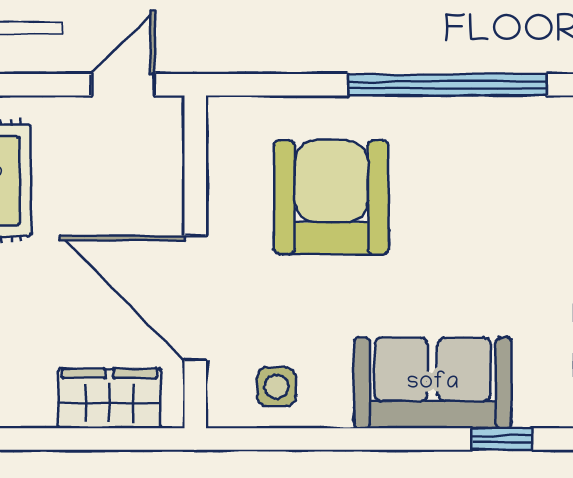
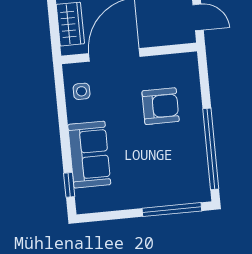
armchair: (331, 197) -> (161, 106), width x0.73, depth x0.73

